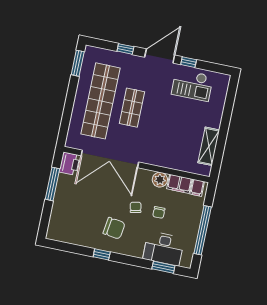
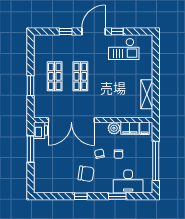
window: (78, 63) -> (31, 86), moved
shop shelf: (100, 101) -> (55, 76), width x0.50, depth x0.74
window: (163, 267) -> (117, 196), moved

